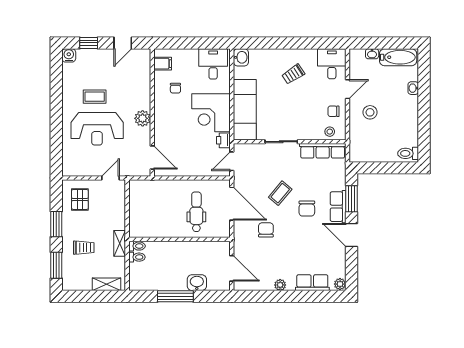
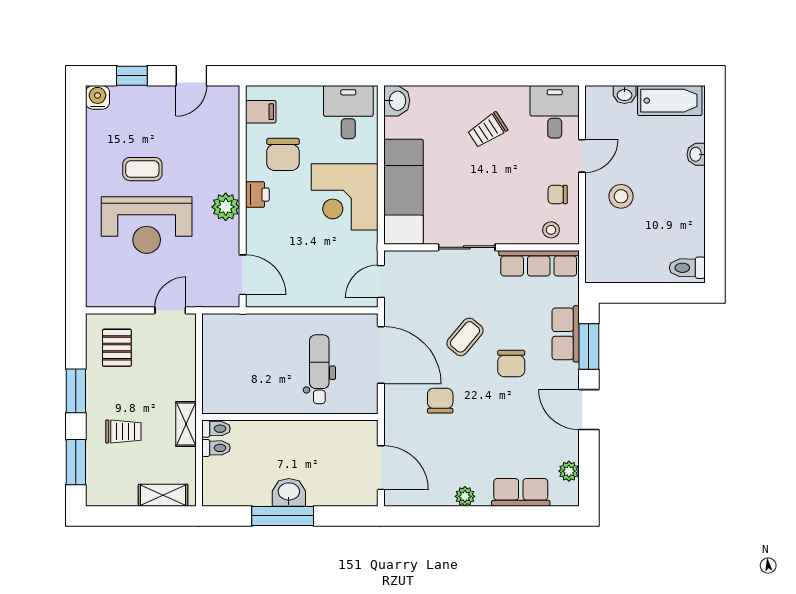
chair: (175, 88) -> (283, 154), width x1.87, depth x1.87
printer: (223, 140) -> (257, 195), moved, turned 180
row of seats: (338, 207) -> (566, 334), moved
washbasin: (197, 283) -> (289, 492), moved
plant: (340, 284) -> (569, 471), moved

